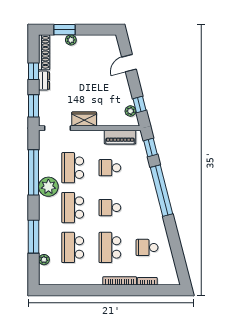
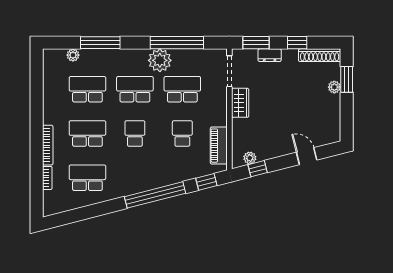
dresser: (44, 81) -> (270, 55), moved
school desk: (147, 247) -> (87, 178), width x1.85

